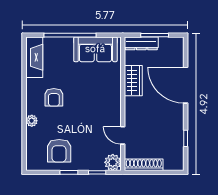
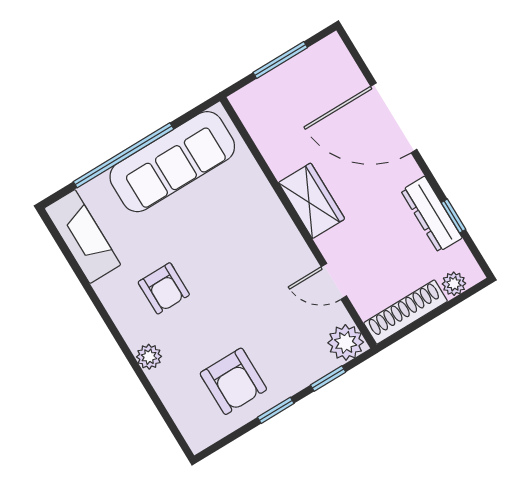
dresser: (141, 43) -> (431, 214), moved, turned 90
sofa: (95, 49) -> (172, 162), width x1.36
wardrobe: (133, 81) -> (312, 201), moved
plant: (170, 165) -> (454, 284), added

